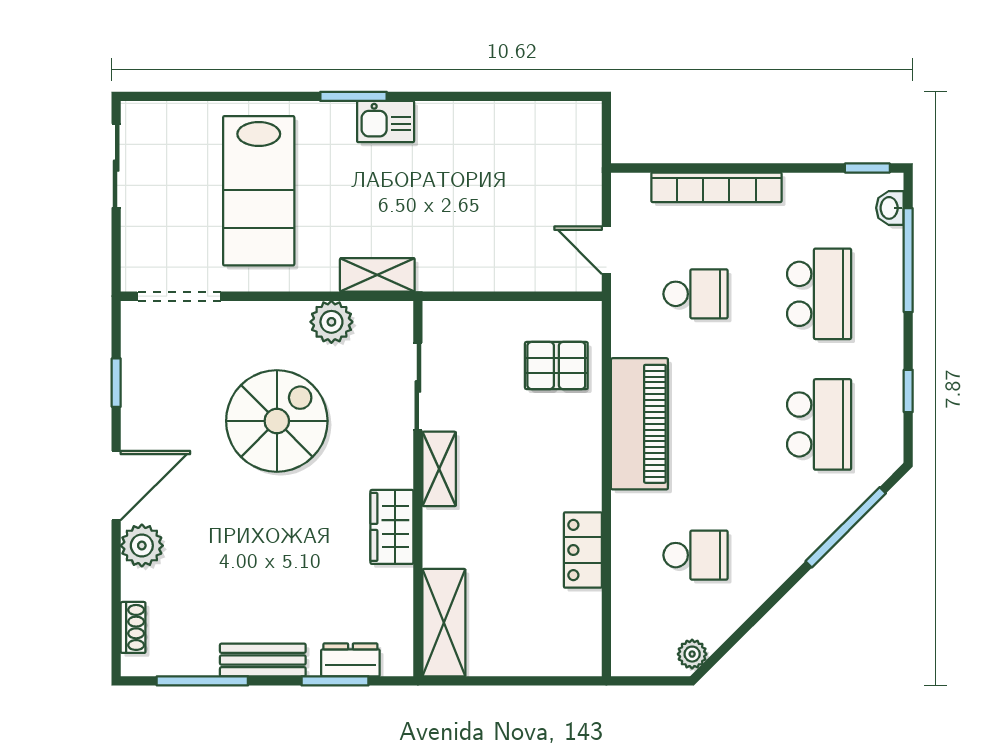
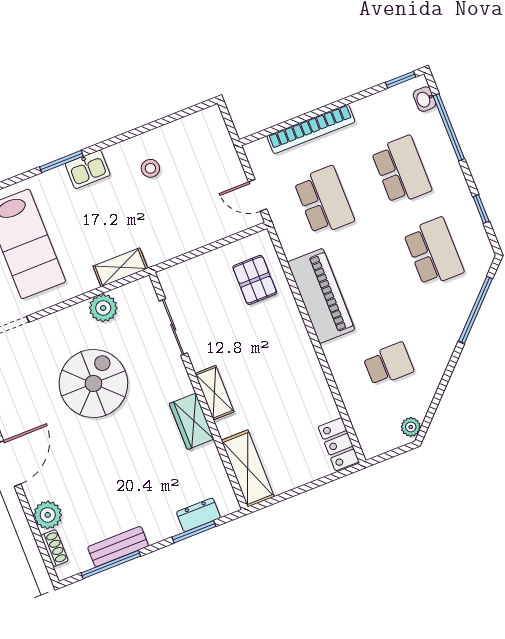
stool: (473, 154) -> (150, 168), added
school desk: (696, 294) -> (324, 201), width x1.85
pallet: (556, 366) -> (255, 280), turned 90
shelving: (439, 469) -> (214, 393), moved
plant: (142, 546) -> (48, 515), moved
locker: (583, 550) -> (339, 444), moved
bench: (263, 660) -> (118, 547), moved

